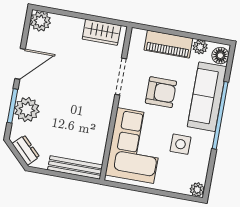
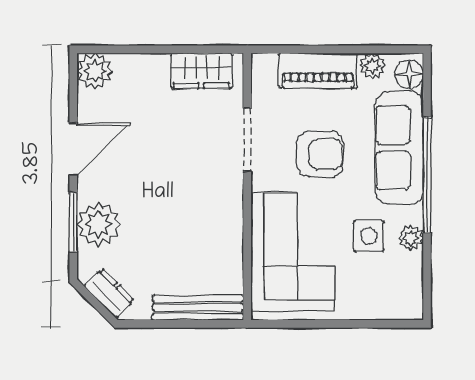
plant: (197, 190) -> (411, 238), moved

